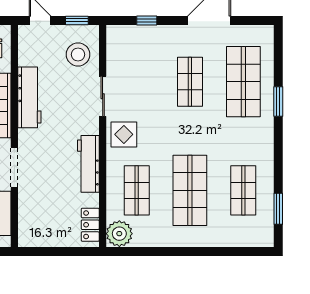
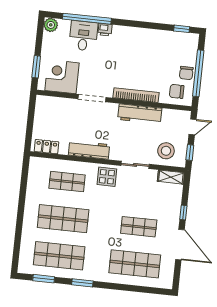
window: (147, 20) -> (183, 212), moved
shelving: (115, 43) -> (171, 177), added
window: (278, 101) -> (82, 283), moved
shop shelf: (243, 190) -> (59, 256), width x1.43, depth x1.36
plant: (119, 234) -> (38, 166), removed

